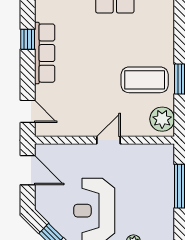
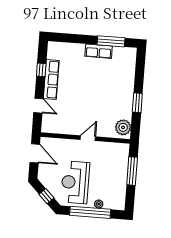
coffee table: (145, 80) -> (114, 101), removed
door: (28, 111) -> (38, 106), moved

